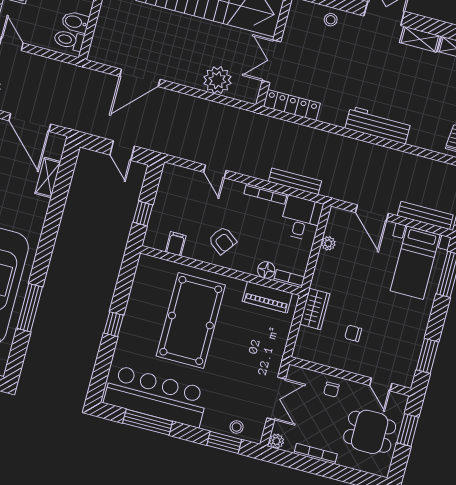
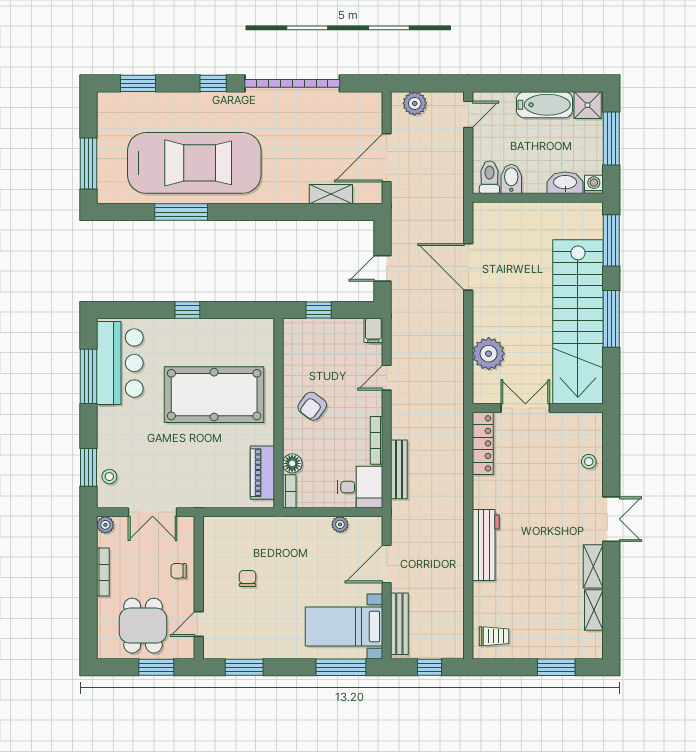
filing cabinet: (176, 244) -> (373, 330), moved, turned 90
wardrobe: (315, 309) -> (263, 529), removed
bar counter: (156, 396) -> (120, 363), width x0.73

